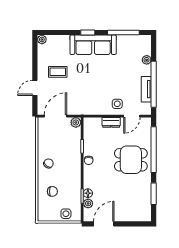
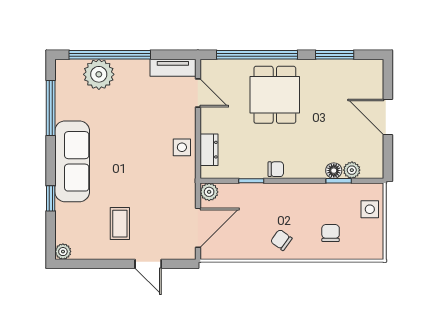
window: (88, 33) -> (51, 198), moved
plant: (147, 60) -> (99, 74), width x1.88, depth x1.88
window: (154, 84) -> (110, 55), moved
tv unit: (146, 89) -> (173, 68), moved
side table: (117, 104) -> (182, 147), moved
door: (55, 116) -> (198, 228), swing flipped
dresser: (111, 122) -> (209, 150), moved
door: (104, 224) -> (388, 117), moved

